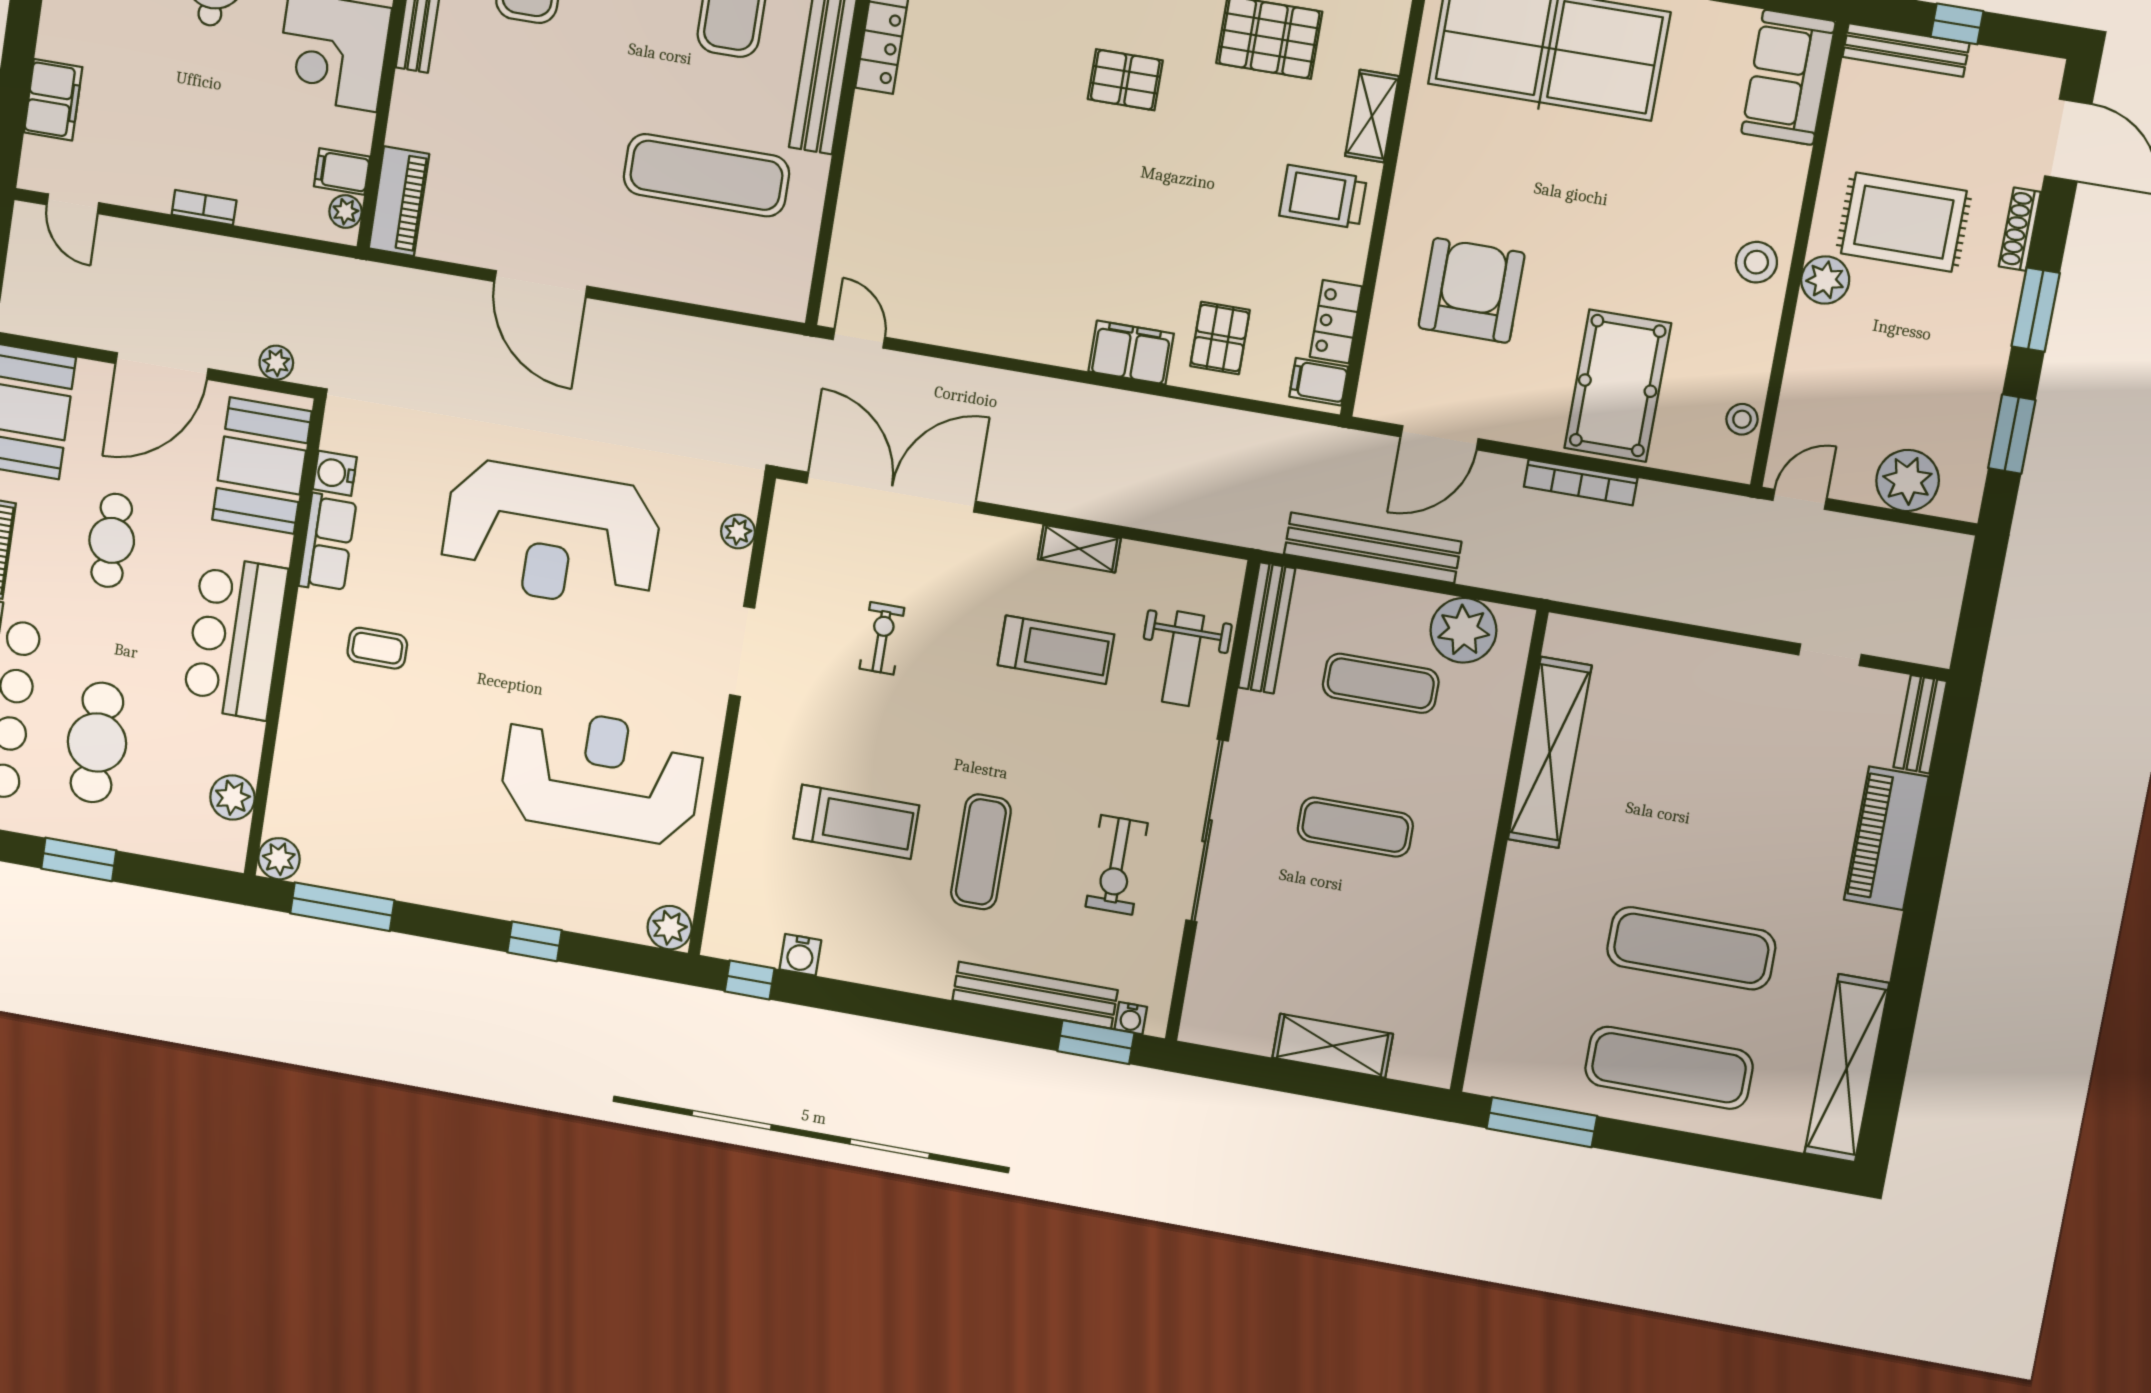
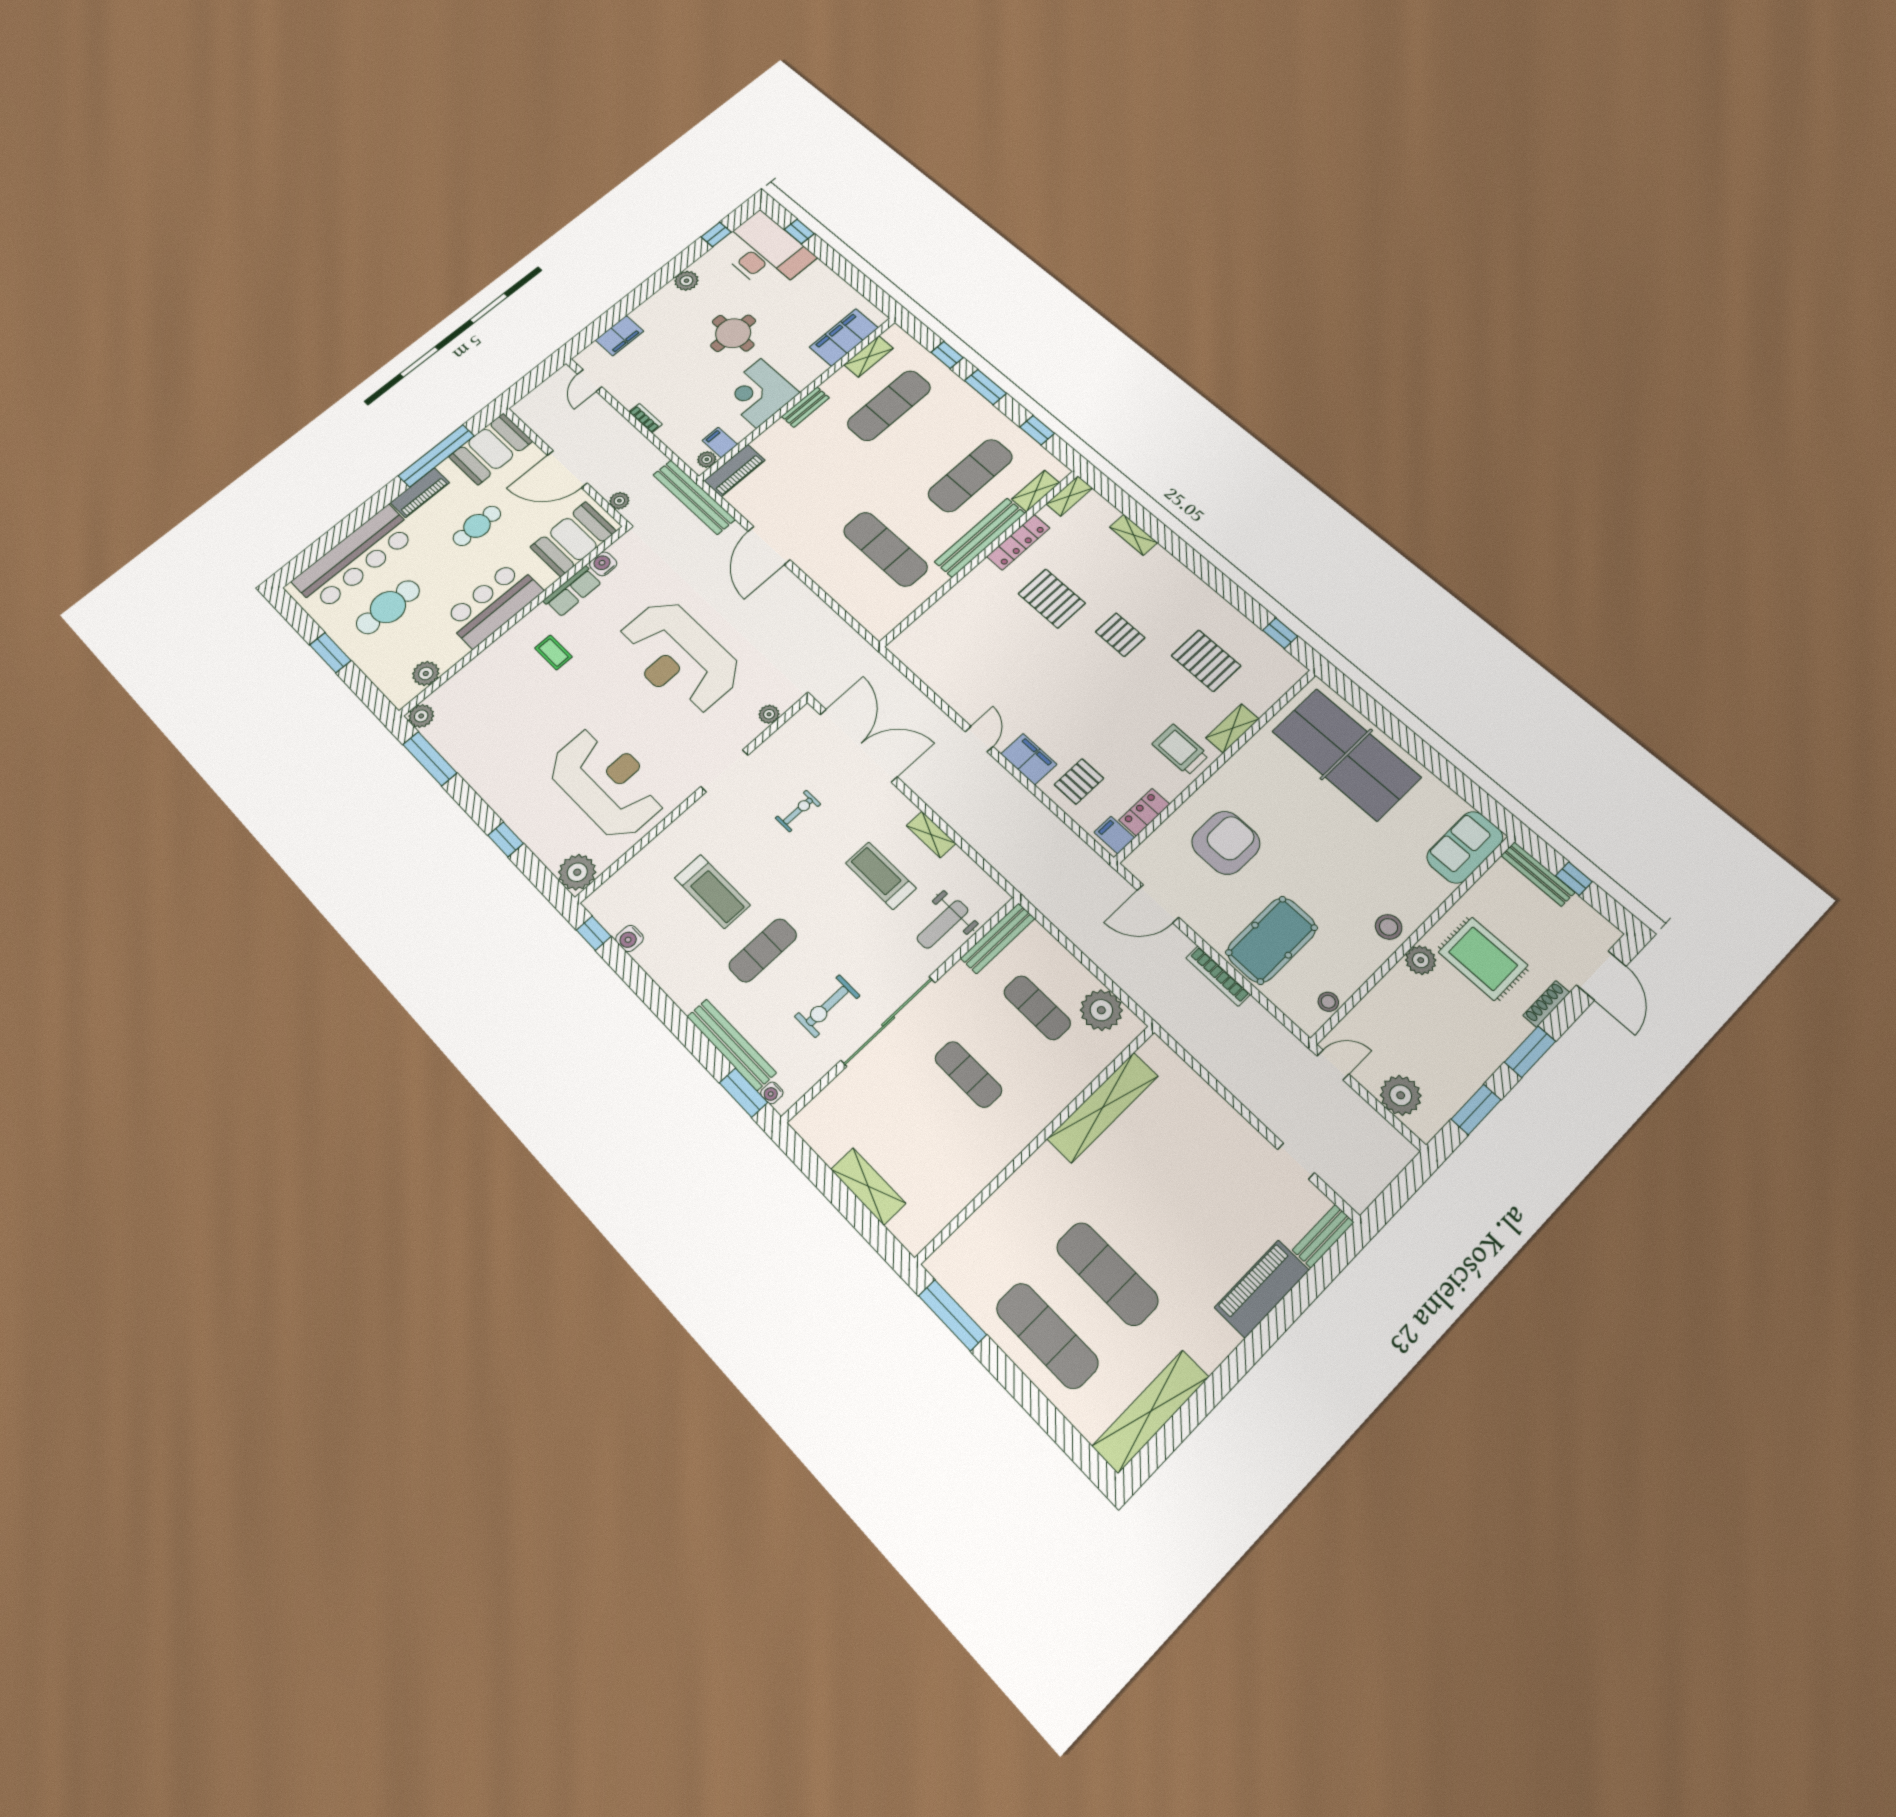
pallet: (992, 90) -> (1052, 599), added
door: (859, 338) -> (979, 739), moved
bench: (1373, 548) -> (694, 497), moved
treadmill: (1056, 650) -> (881, 876), turned 180
plant: (670, 928) -> (577, 872), width x1.36, depth x1.36

